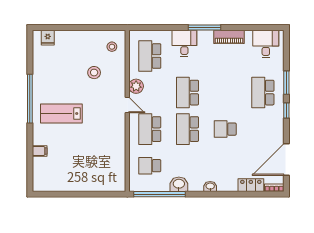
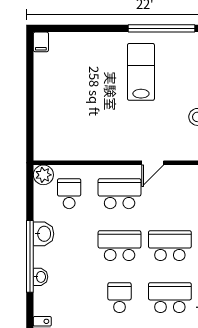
plant: (136, 86) -> (43, 175), moved
school desk: (225, 93) -> (170, 298), added
filing cabinet: (40, 151) -> (41, 42), moved
window: (160, 194) -> (30, 256), moved

